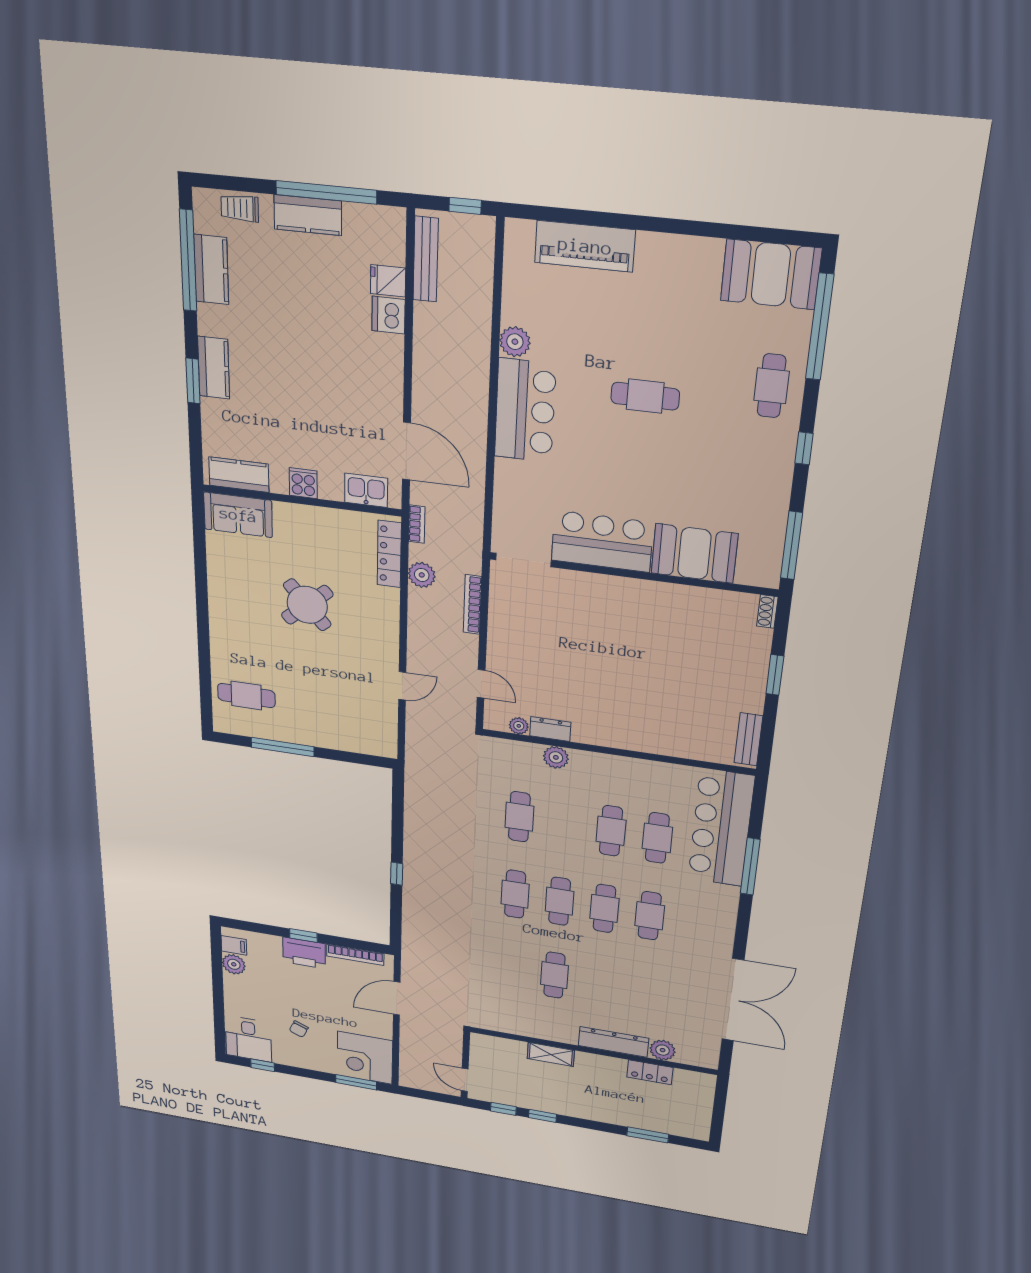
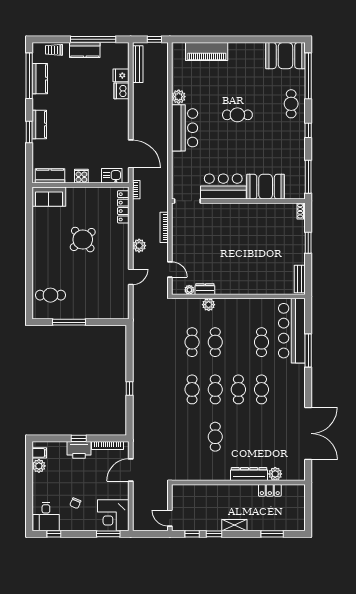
plant: (422, 575) -> (139, 246), moved
cafe table: (611, 831) -> (215, 342), moved
shelving: (551, 1054) -> (234, 525), moved

